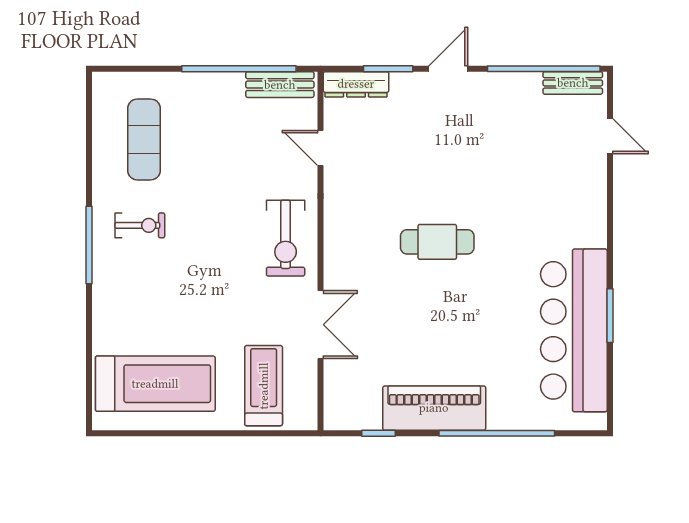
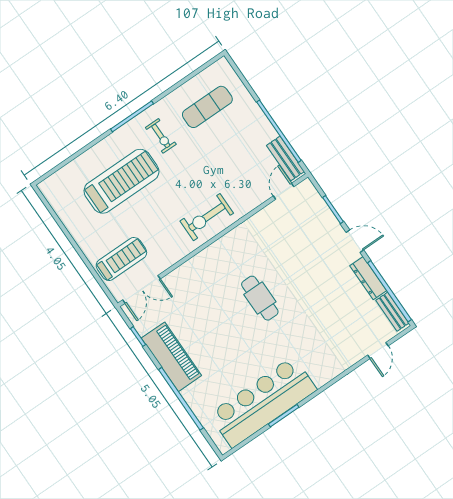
dresser: (356, 84) -> (368, 278), moved
door: (321, 148) -> (284, 191), moved
double door: (321, 325) -> (141, 289), moved
treadmill: (155, 384) -> (121, 181), moved, turned -90

